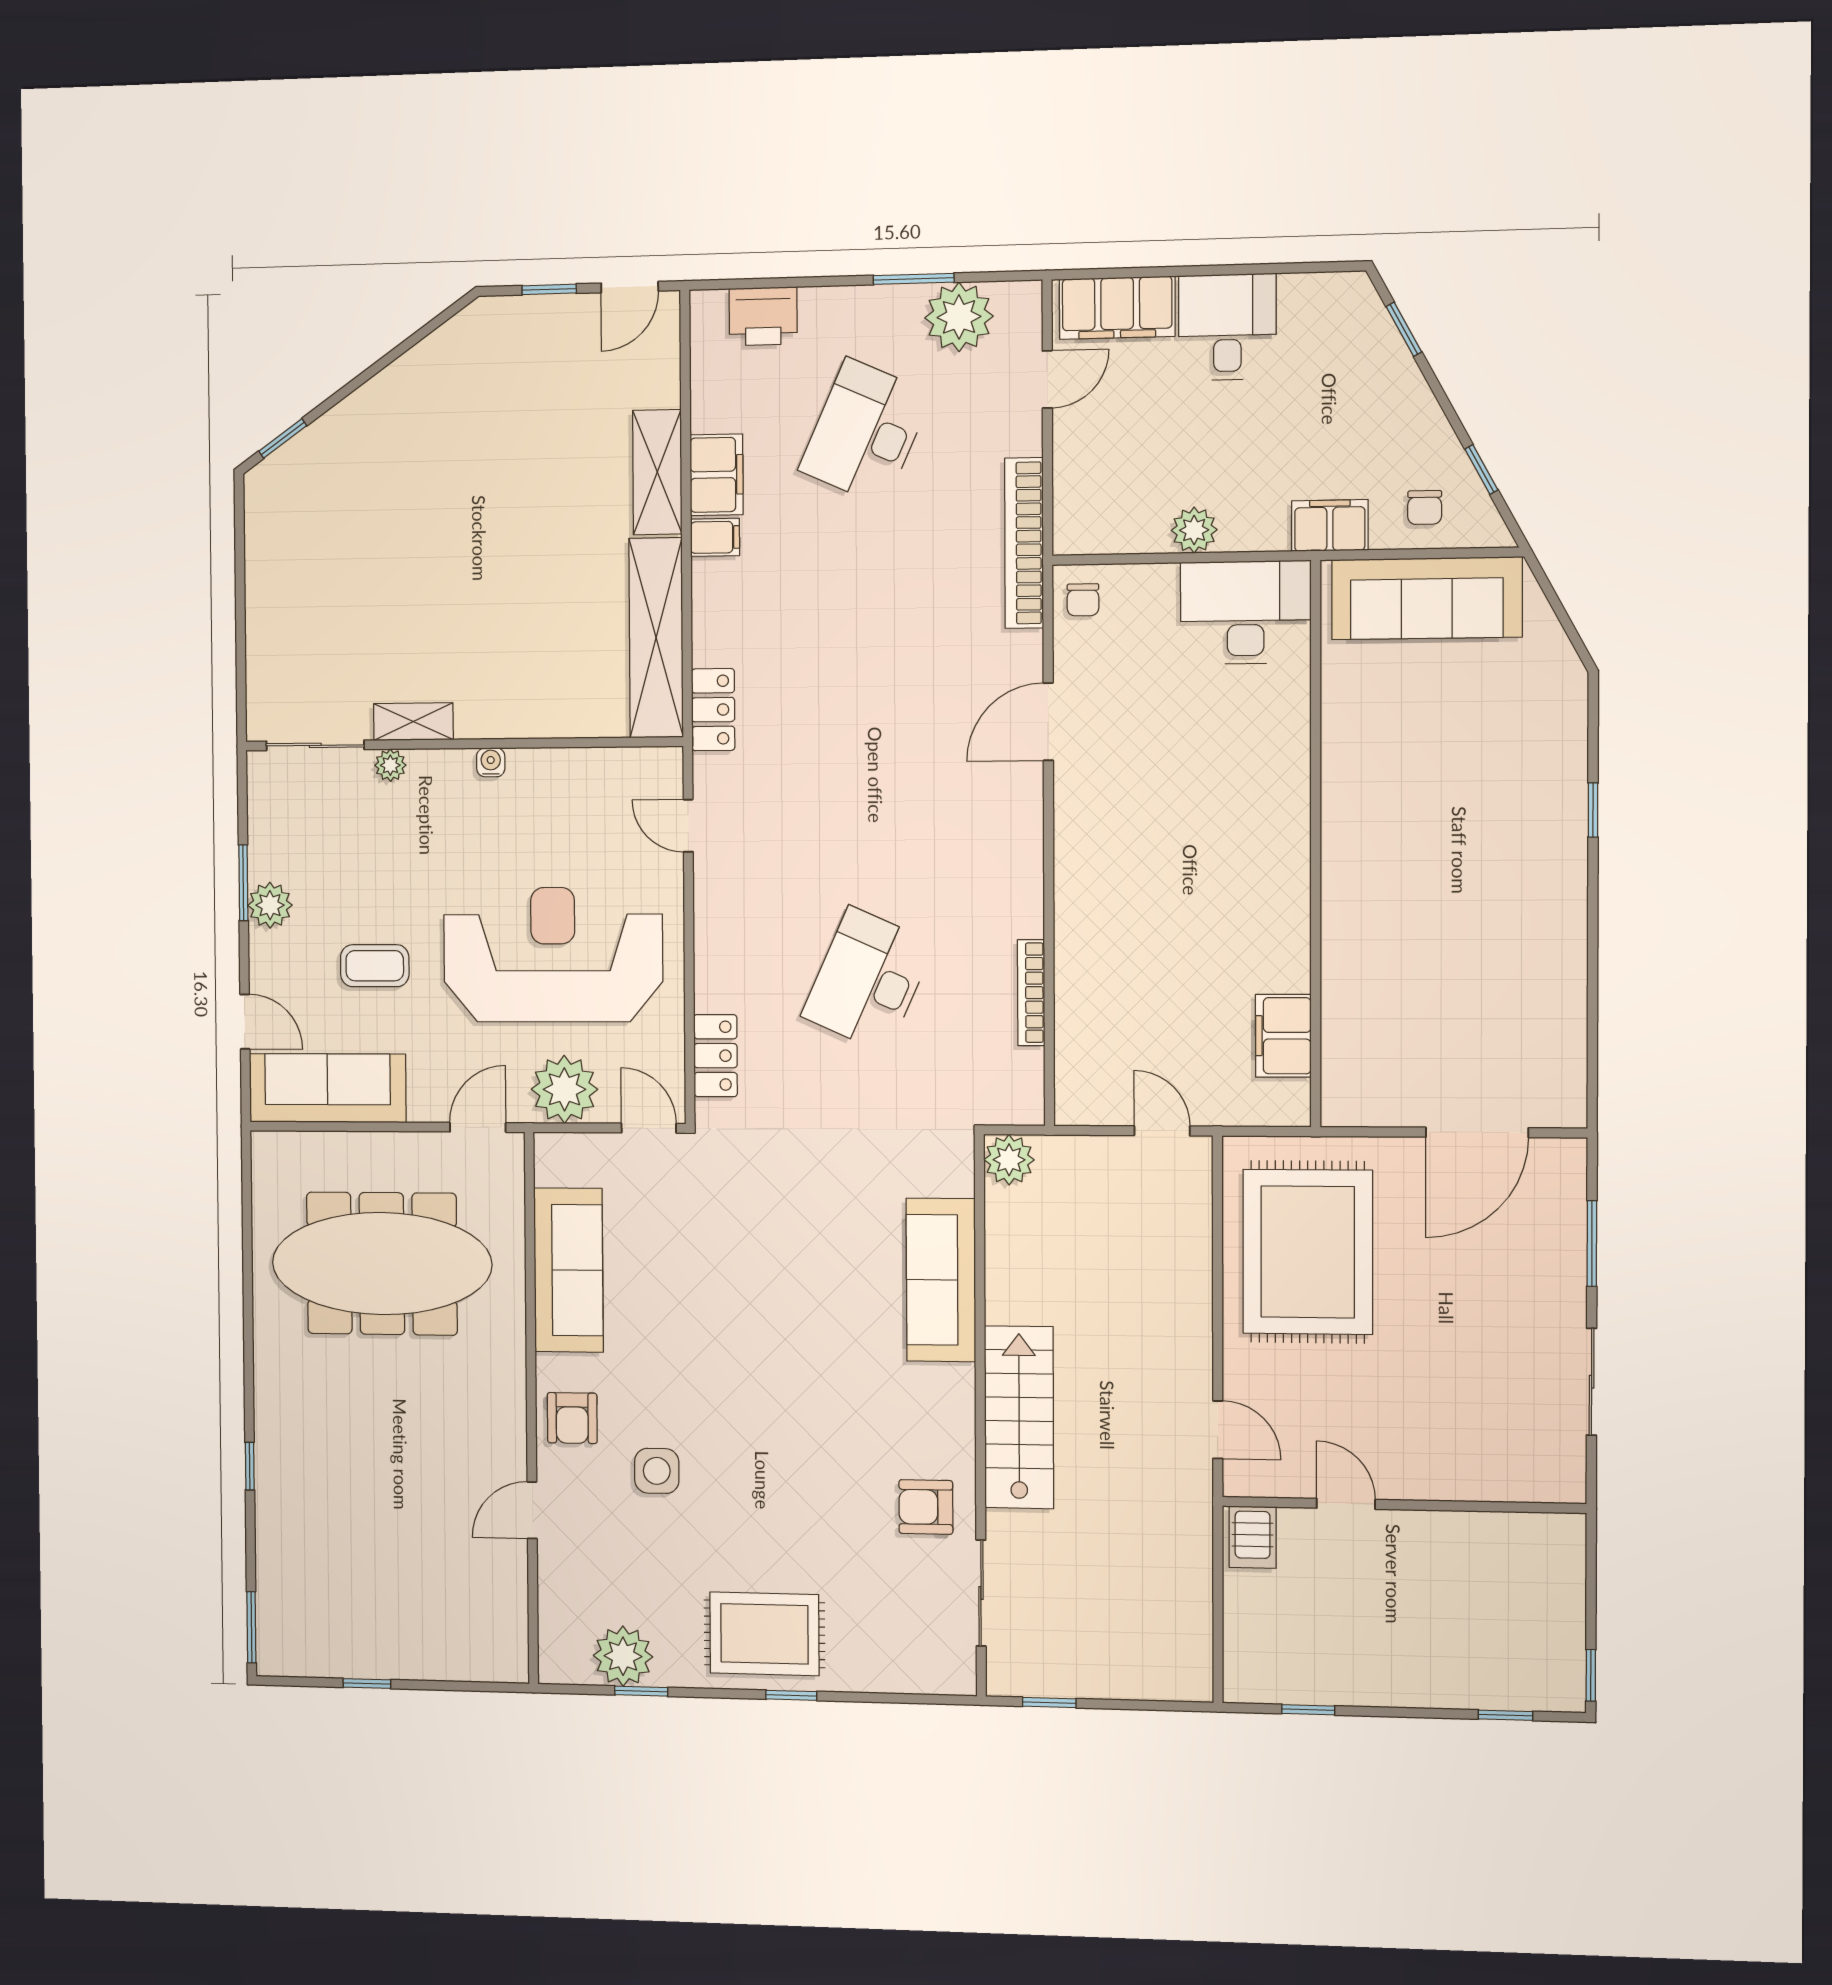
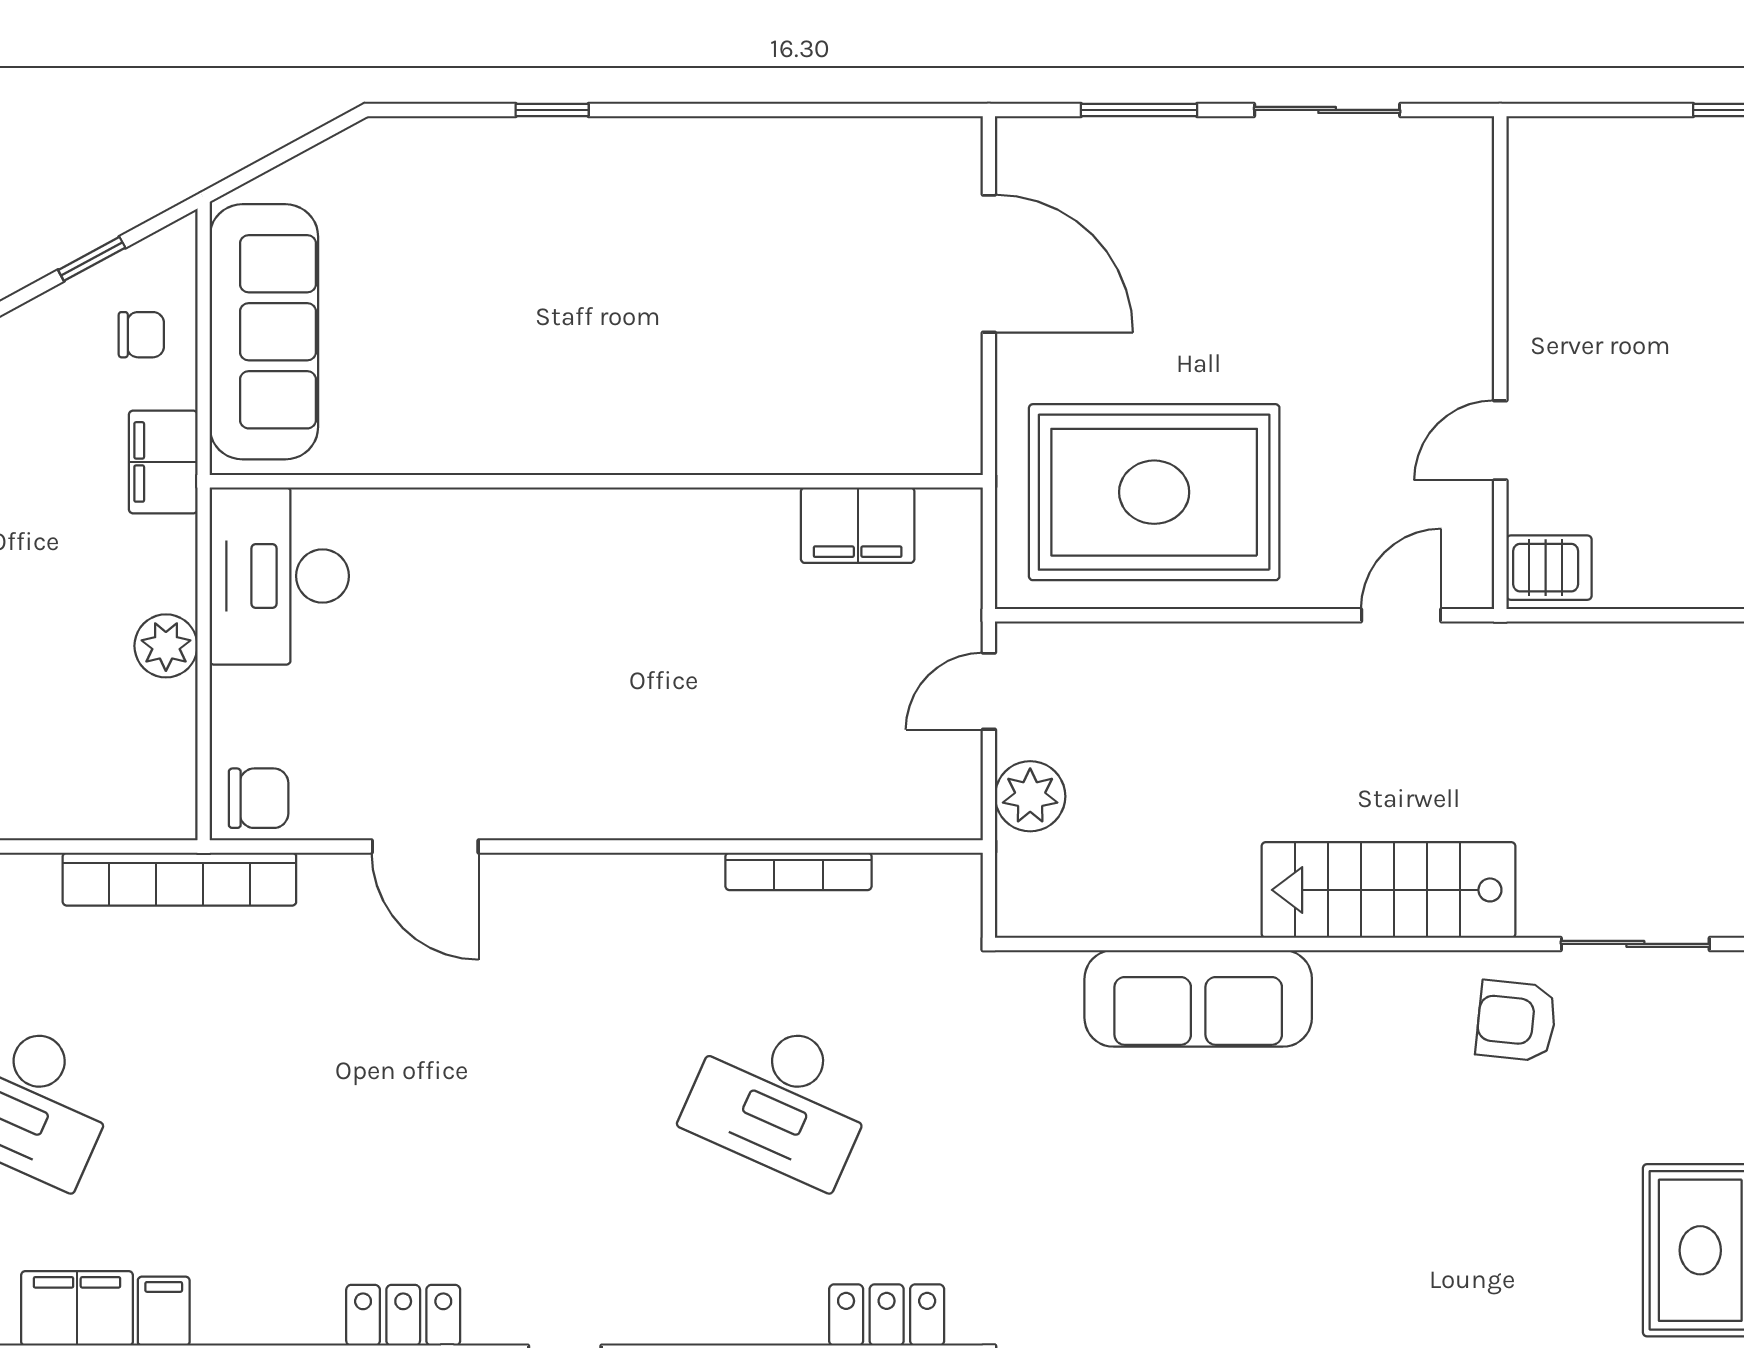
chair: (1083, 600) -> (259, 798), width x1.37, depth x1.37
plant: (1009, 1160) -> (1030, 796), moved
armchair: (926, 1507) -> (1516, 1021), turned 96

